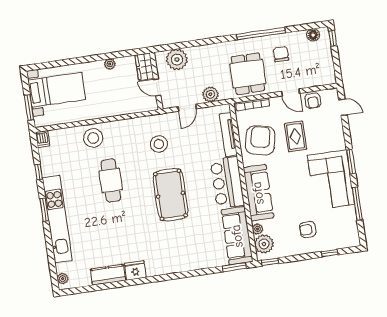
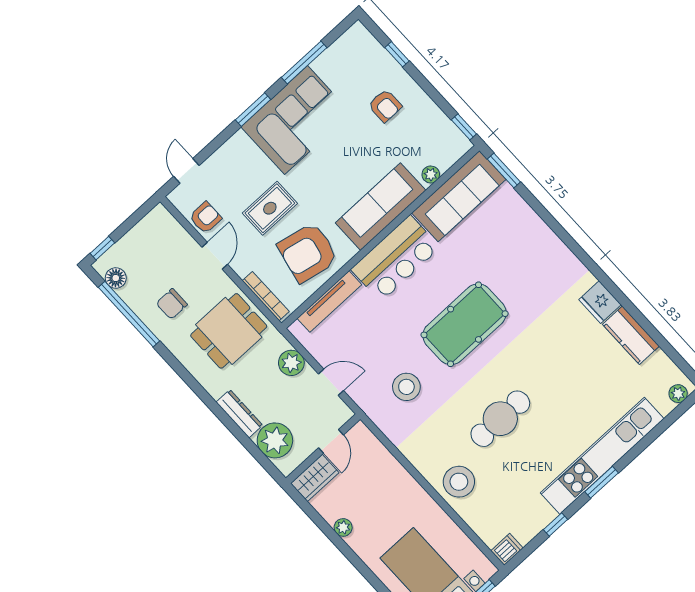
window: (261, 34) -> (129, 314), moved
dresser: (203, 51) -> (239, 414), added
plant: (264, 244) -> (445, 152), removed

